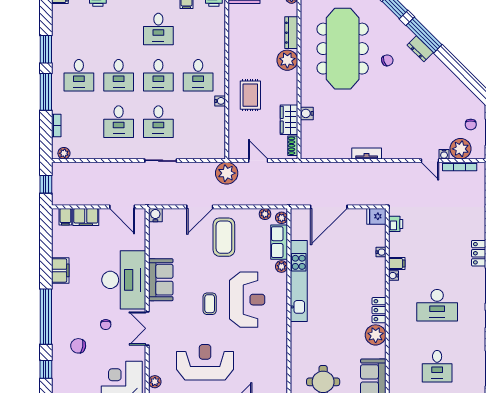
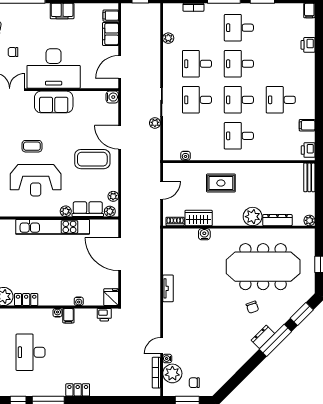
water cooler: (220, 101) -> (186, 156), moved
plant: (64, 153) -> (168, 38), moved
plant: (227, 173) -> (155, 123), moved, width x0.53, depth x0.53

